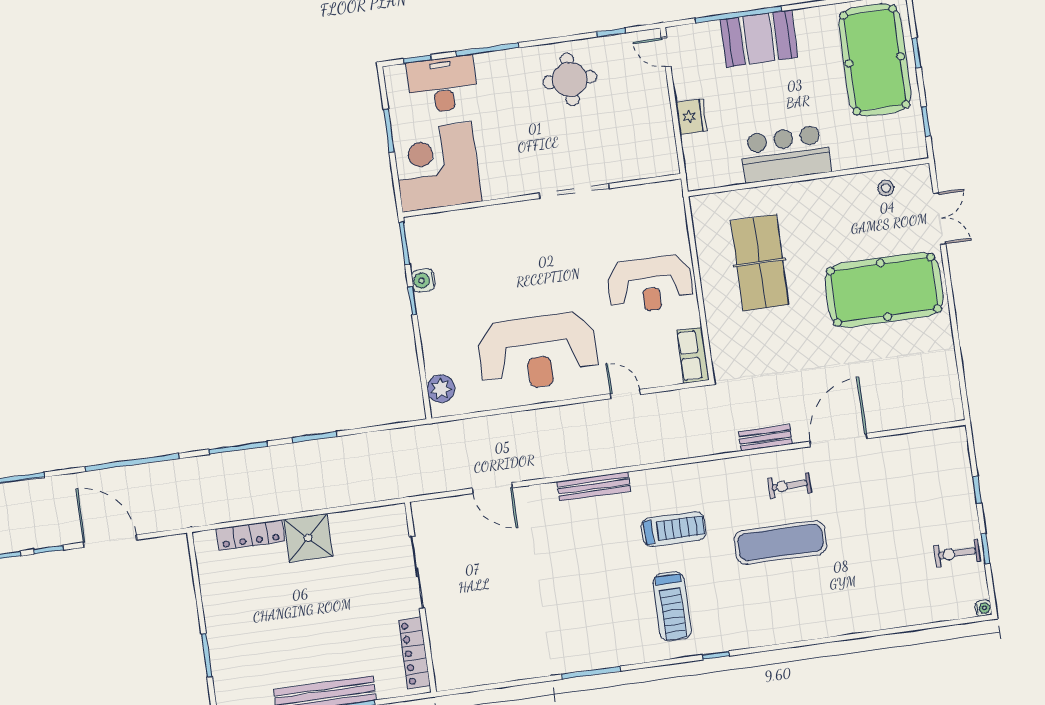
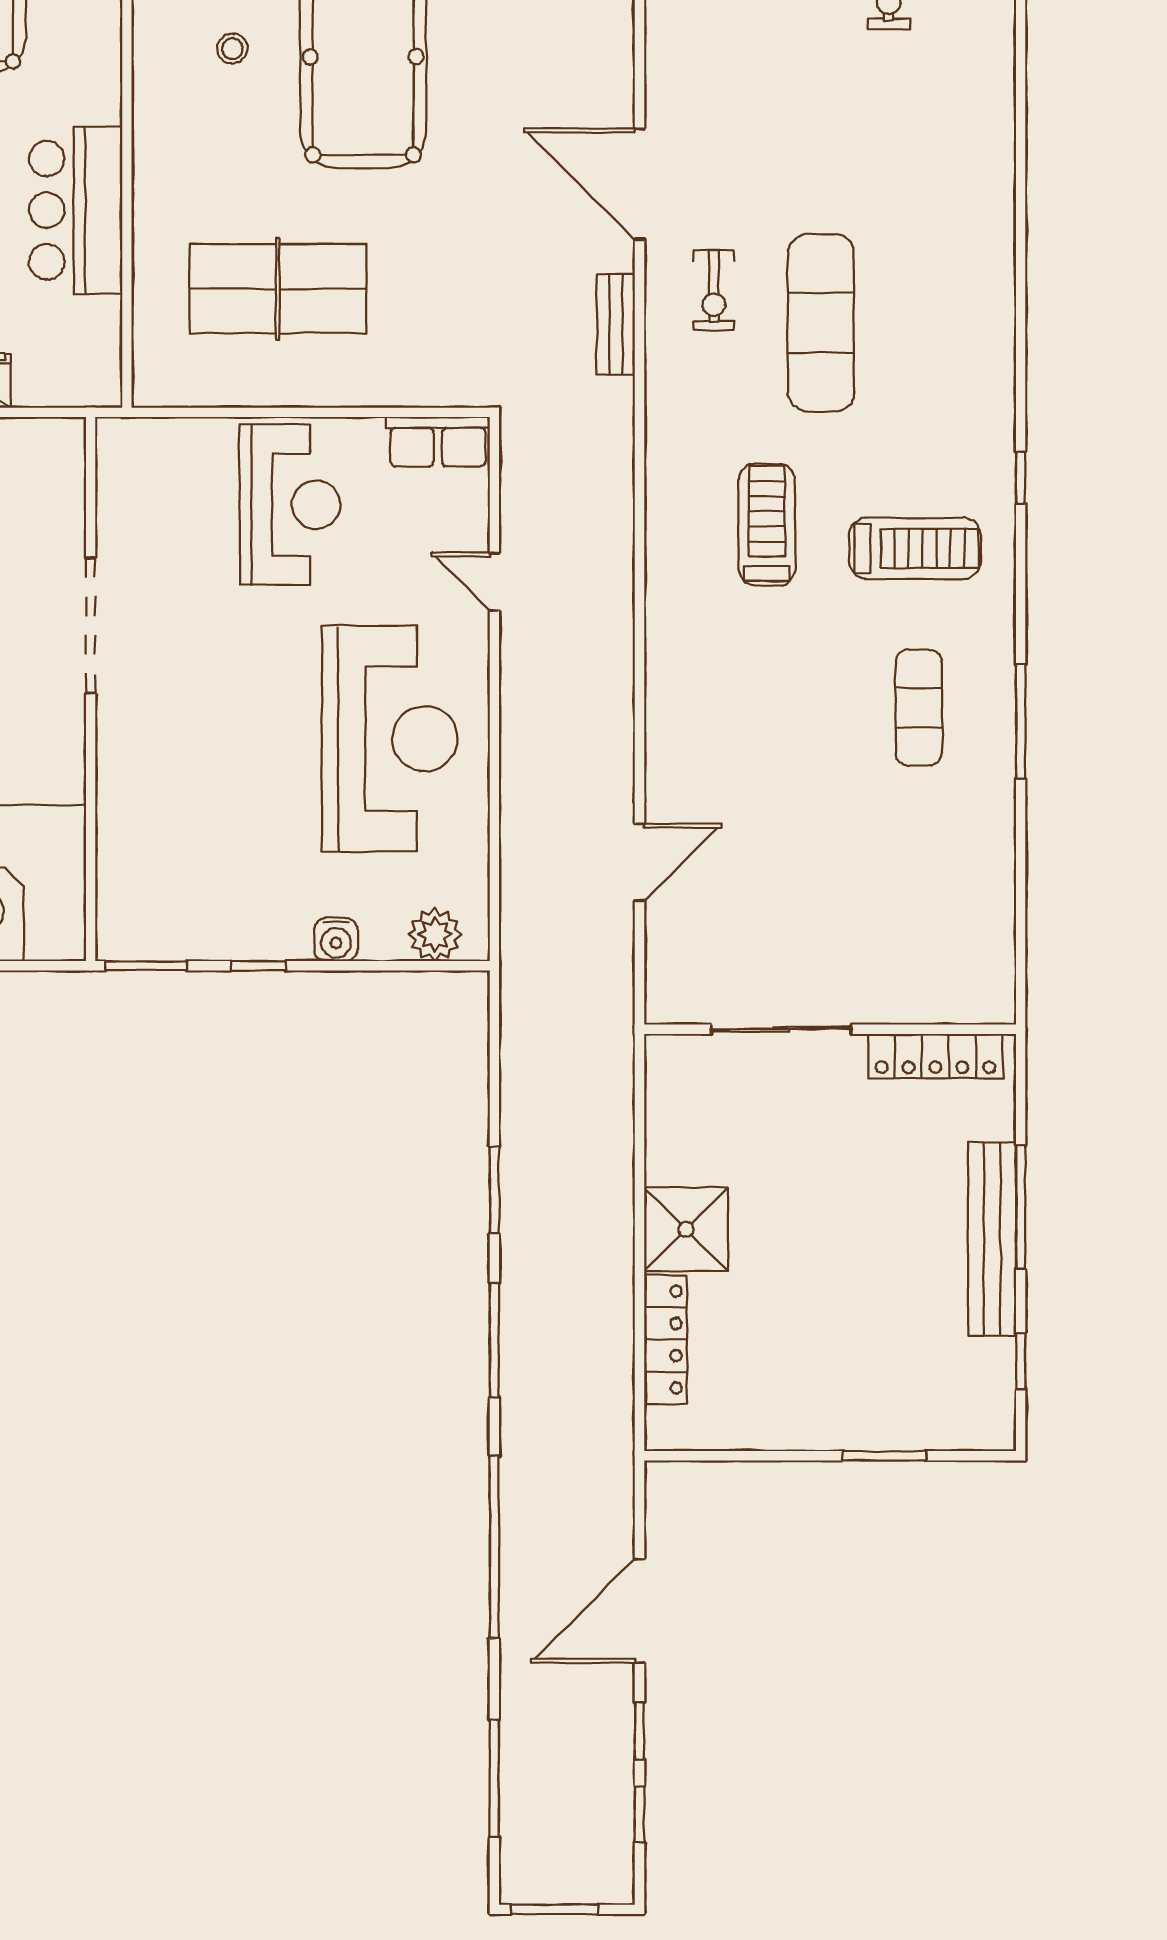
stool: (886, 188) -> (232, 49), moved
water cooler: (423, 280) -> (336, 939), moved
door: (625, 394) -> (494, 582), hinge flipped
bench: (594, 486) -> (663, 667), removed
exercise mat: (591, 620) -> (919, 708), added

